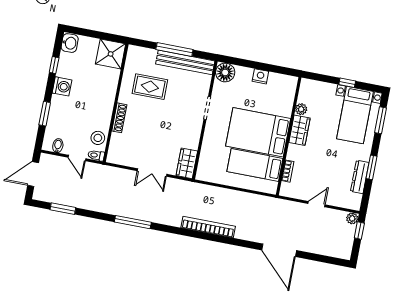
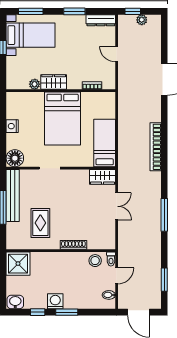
window: (45, 114) -> (67, 312), moved
bed: (255, 165) -> (105, 143), moved, turned 180
dresser: (360, 177) -> (101, 20), moved
plant: (352, 218) -> (142, 20), moved

